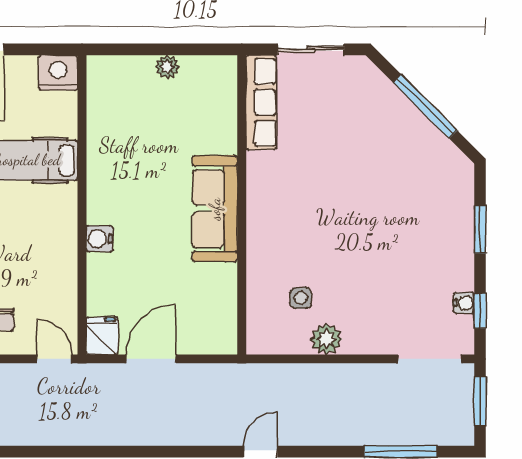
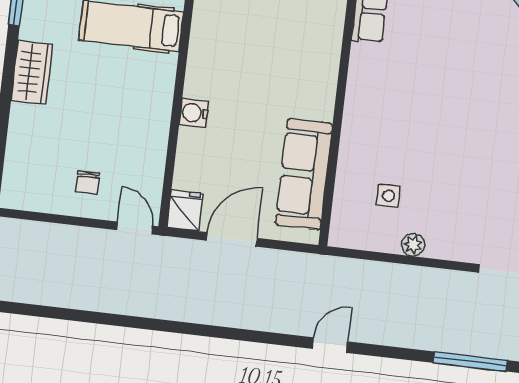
sofa: (215, 209) -> (304, 174), moved
plant: (326, 339) -> (413, 245), width x0.73, depth x0.73

